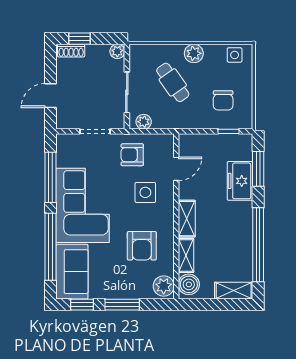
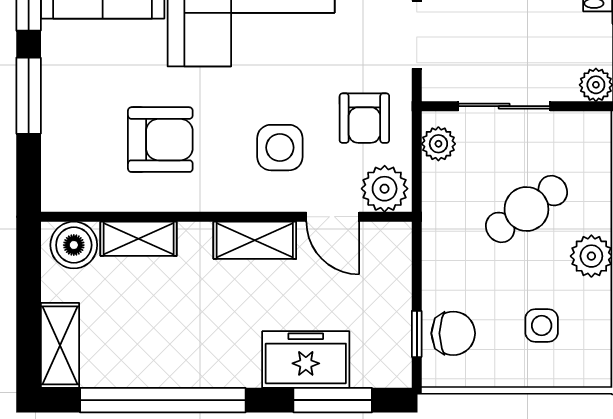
side table: (235, 55) -> (542, 326), moved
chair: (223, 100) -> (453, 333), moved, turned 180
armchair: (132, 155) -> (364, 118), turned 180
shelving: (187, 219) -> (255, 240), moved
armchair: (142, 246) -> (160, 140), turned 180
plant: (164, 286) -> (385, 189), moved

